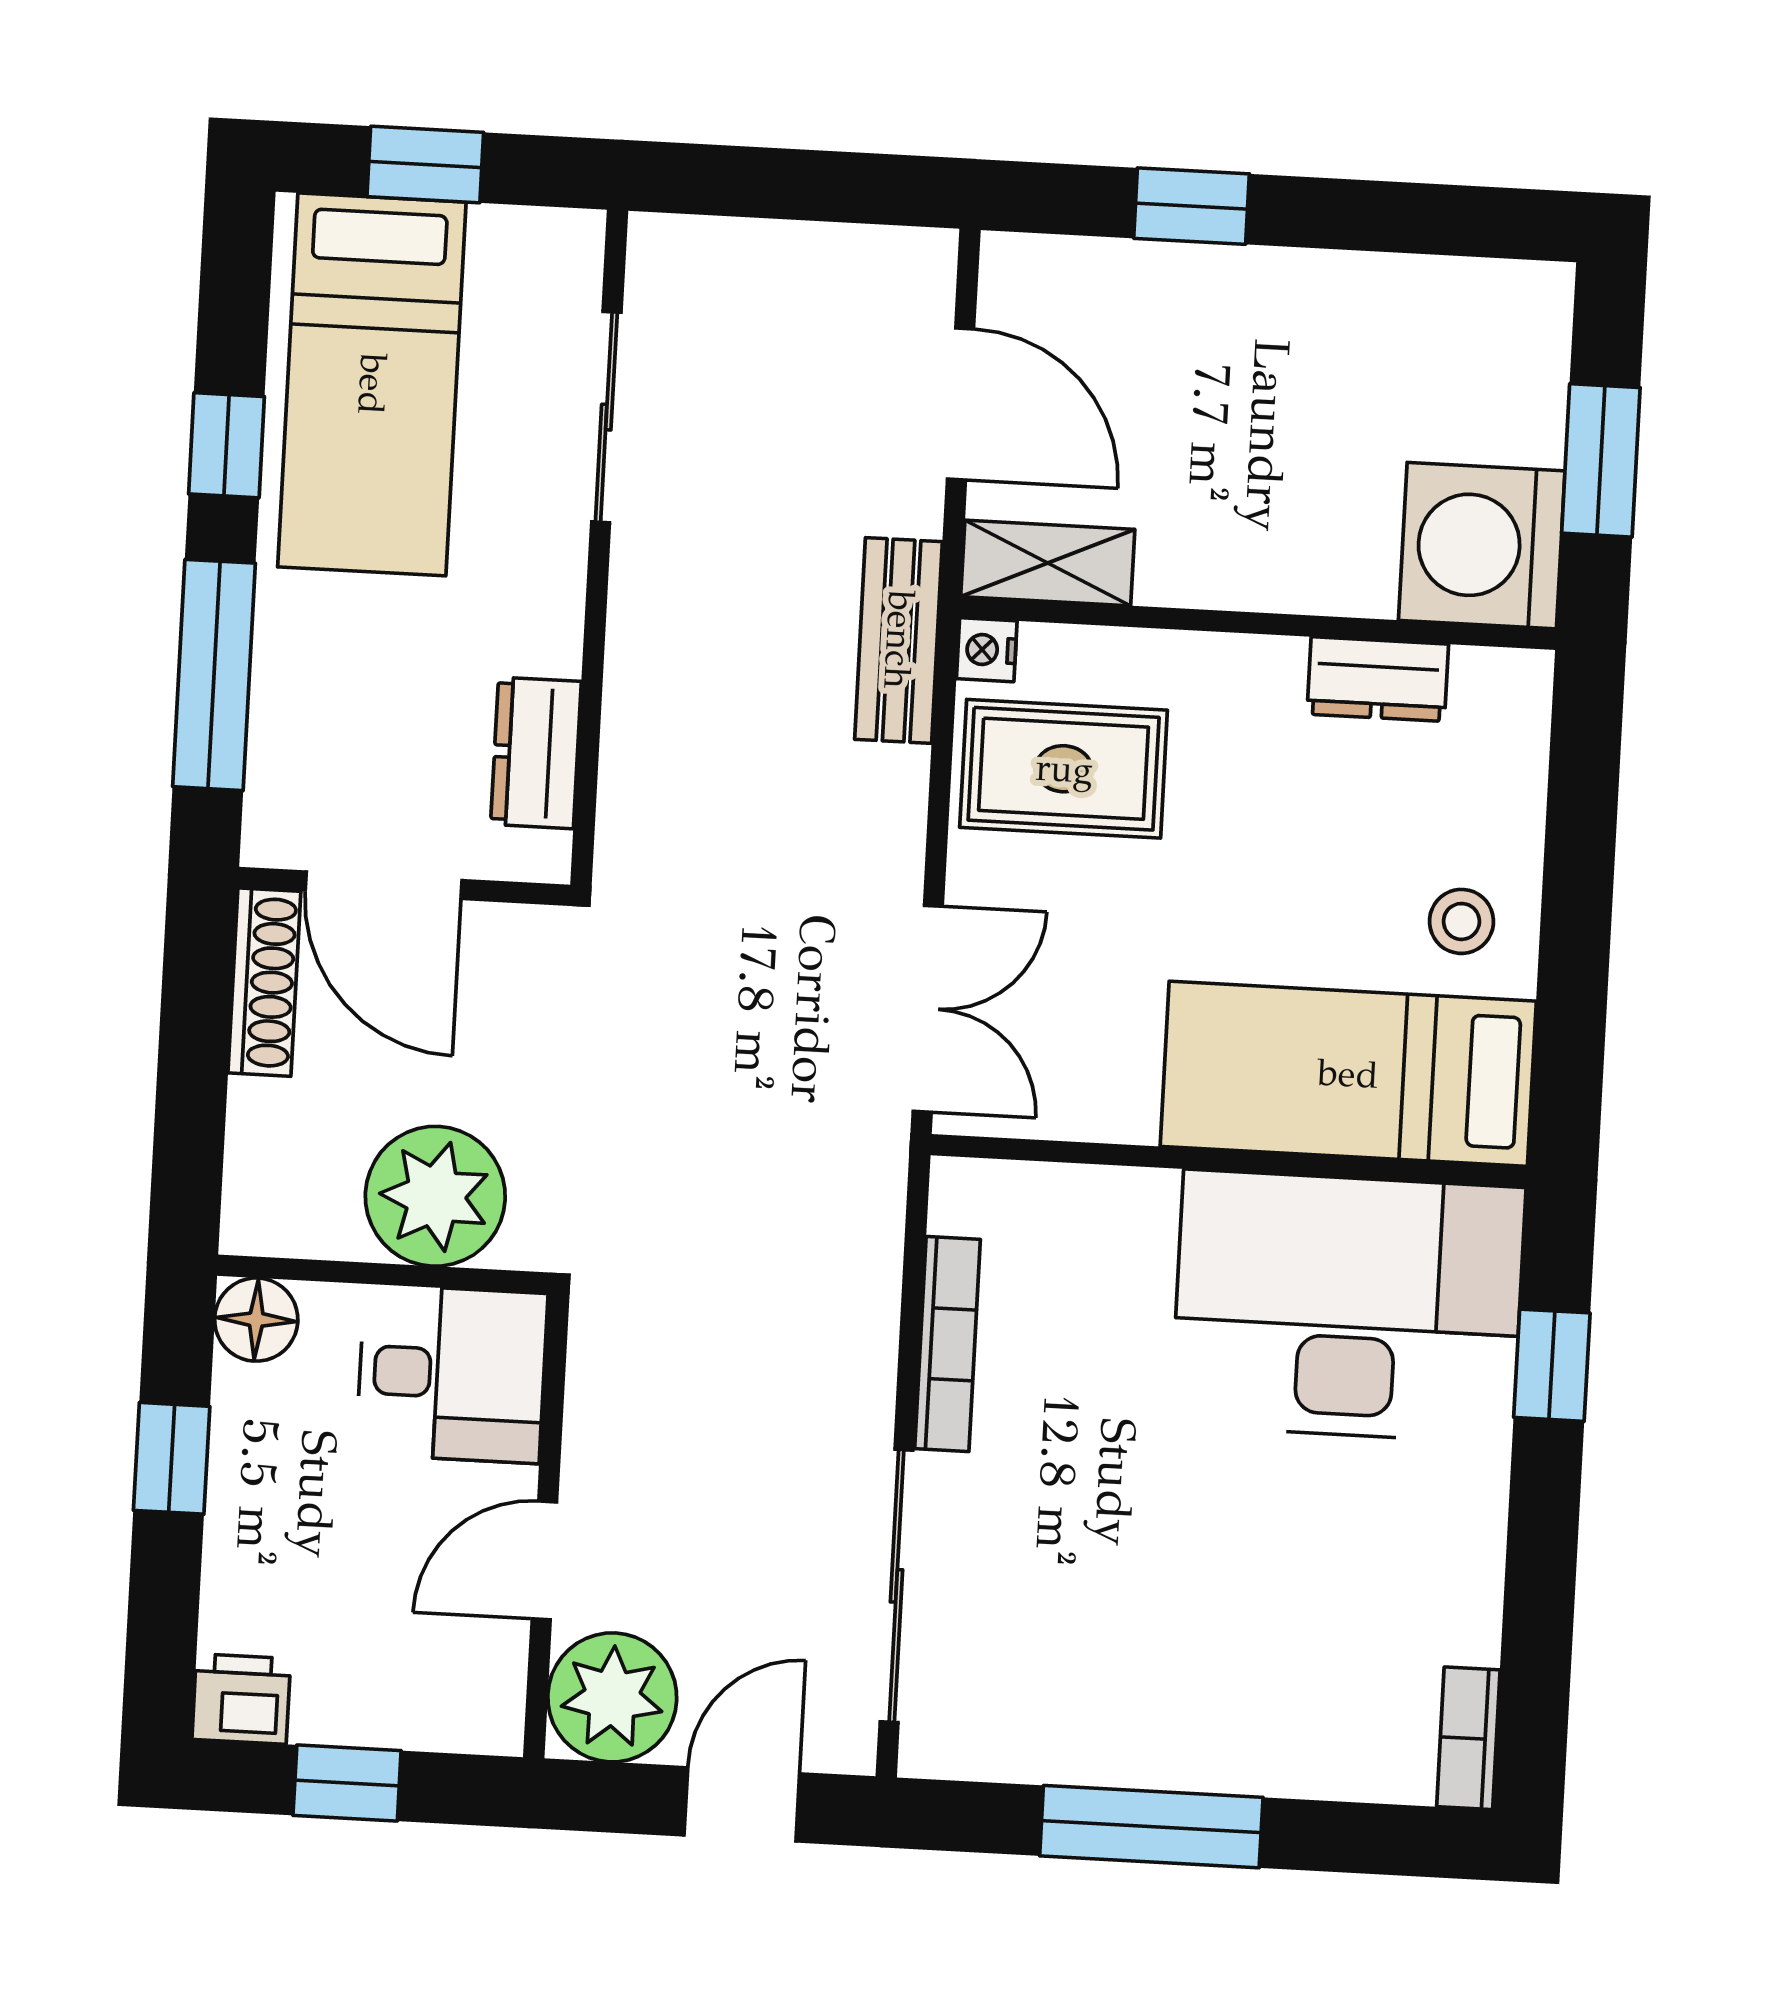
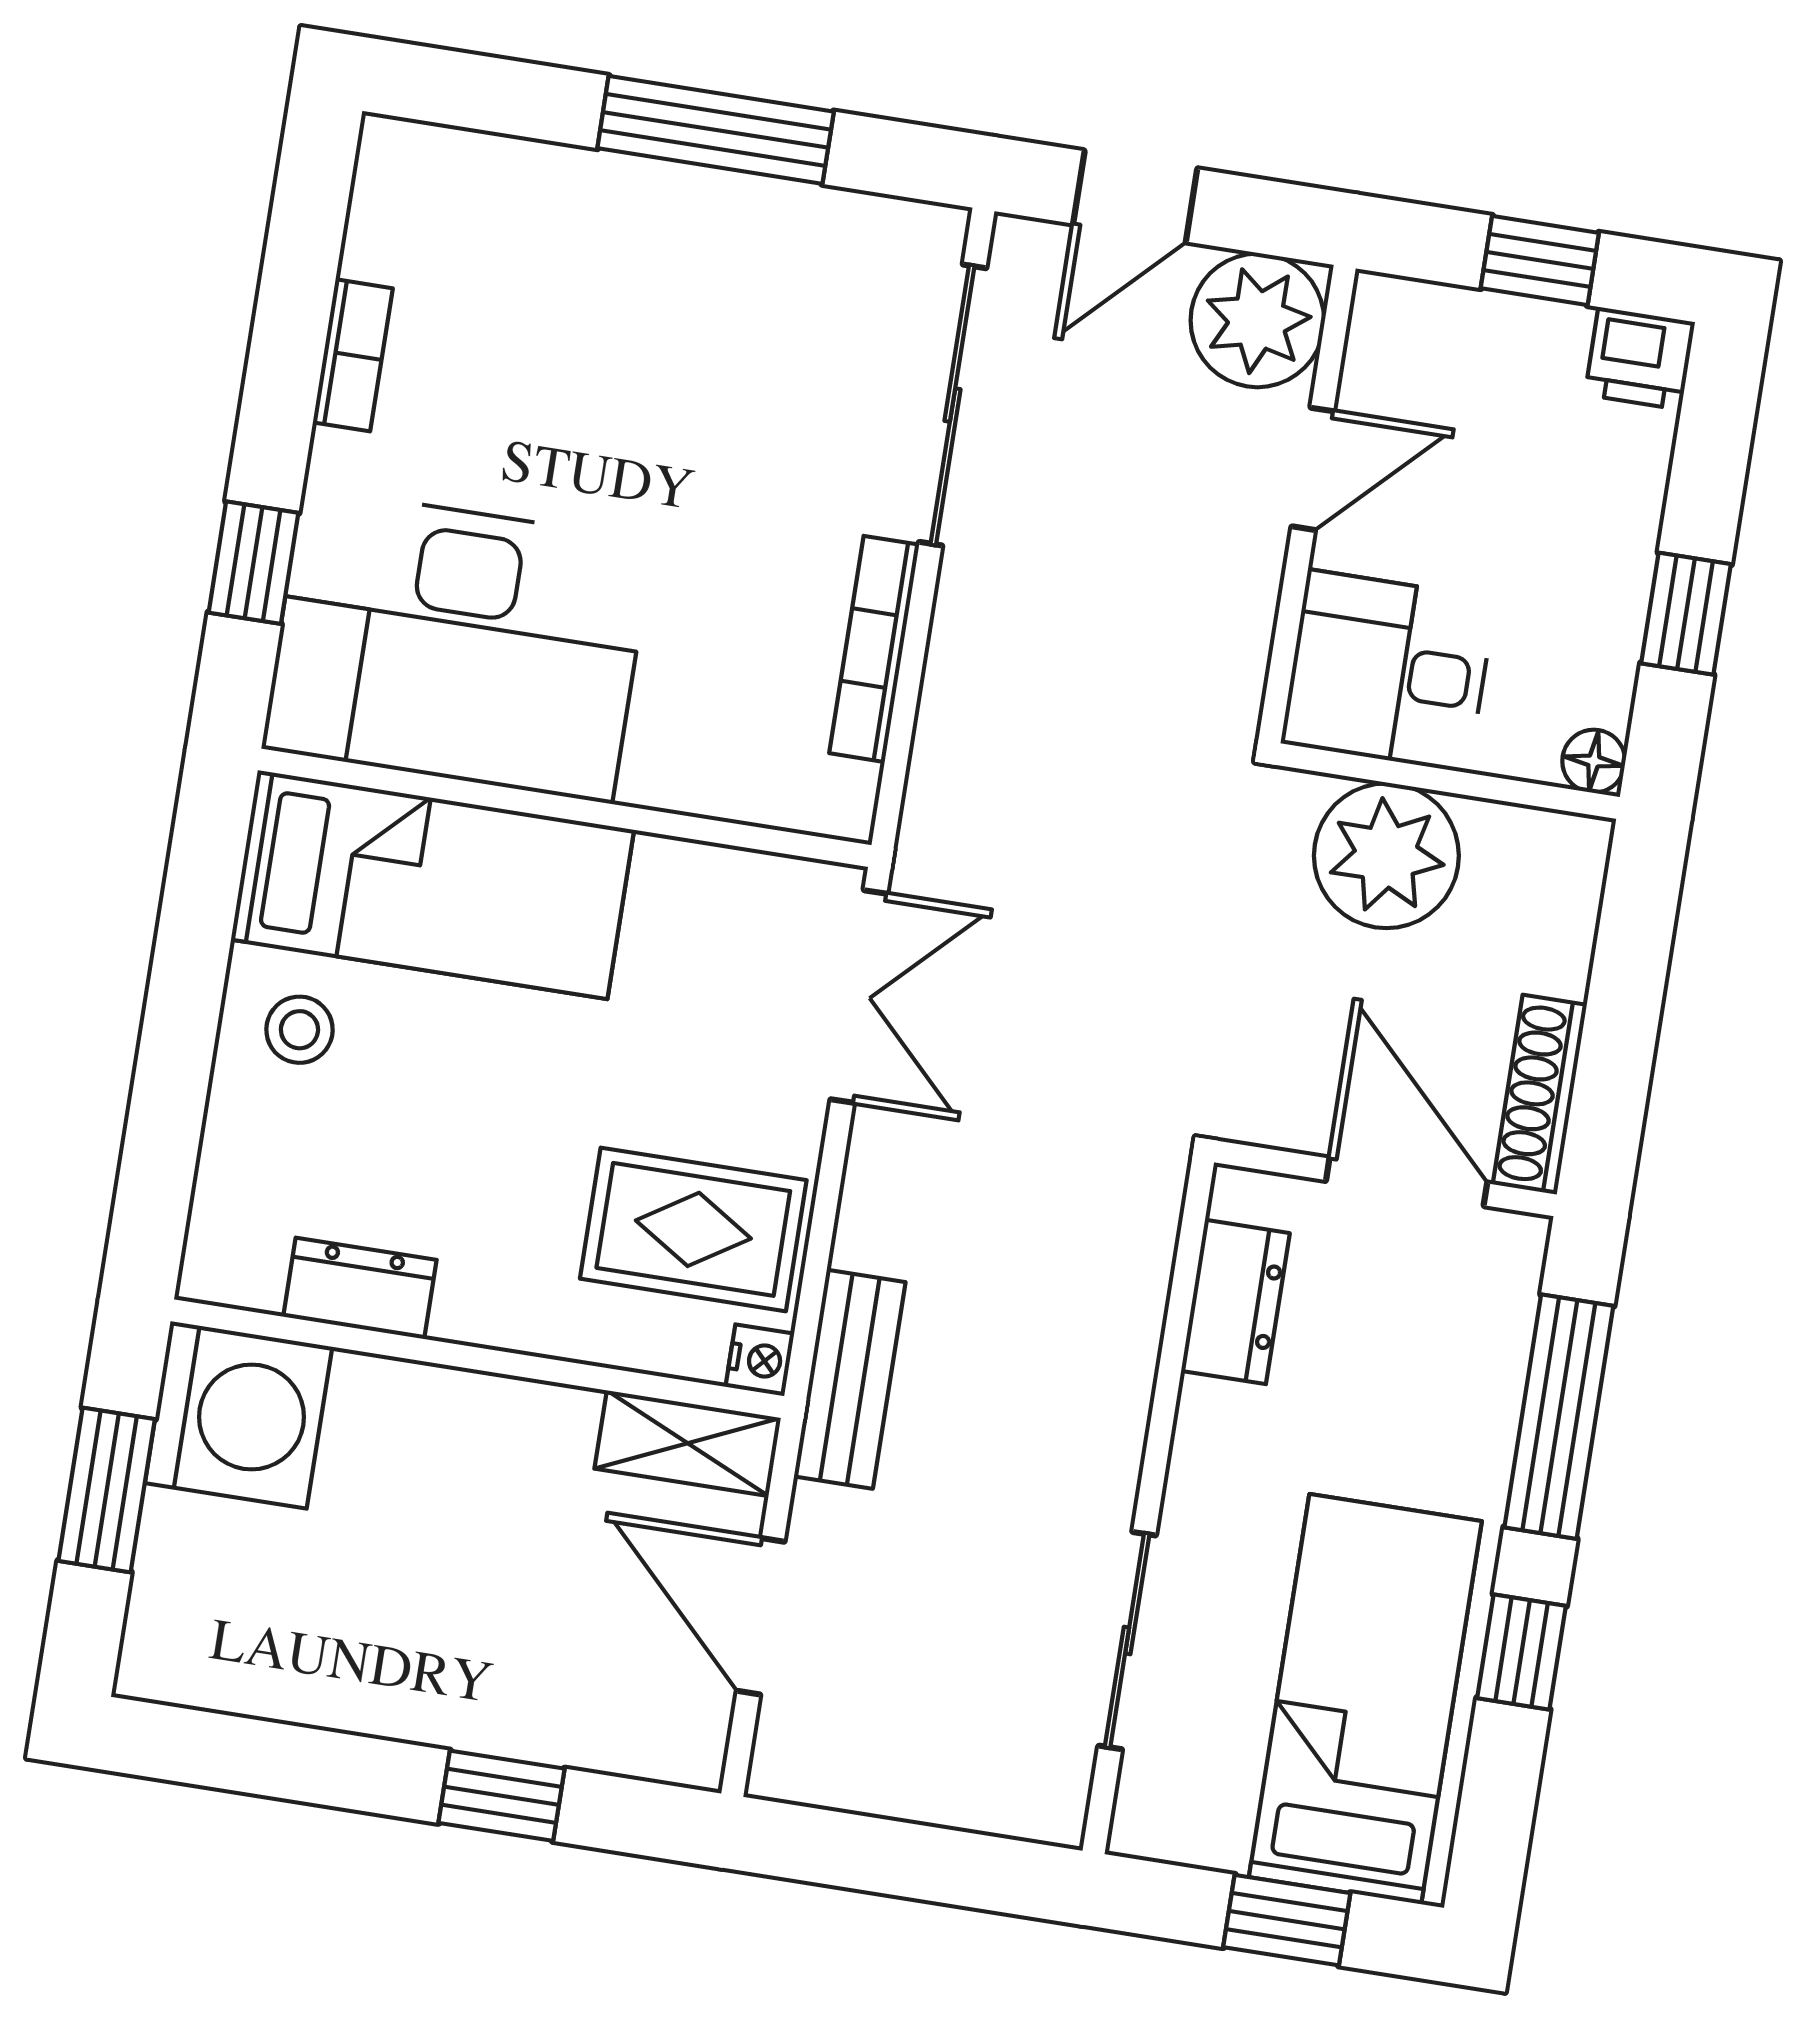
double door: (928, 1009) -> (859, 996), swing flipped
floor lamp: (256, 1320) -> (1594, 761), width x0.73, depth x0.73
bookcase: (1468, 1738) -> (353, 355), moved

